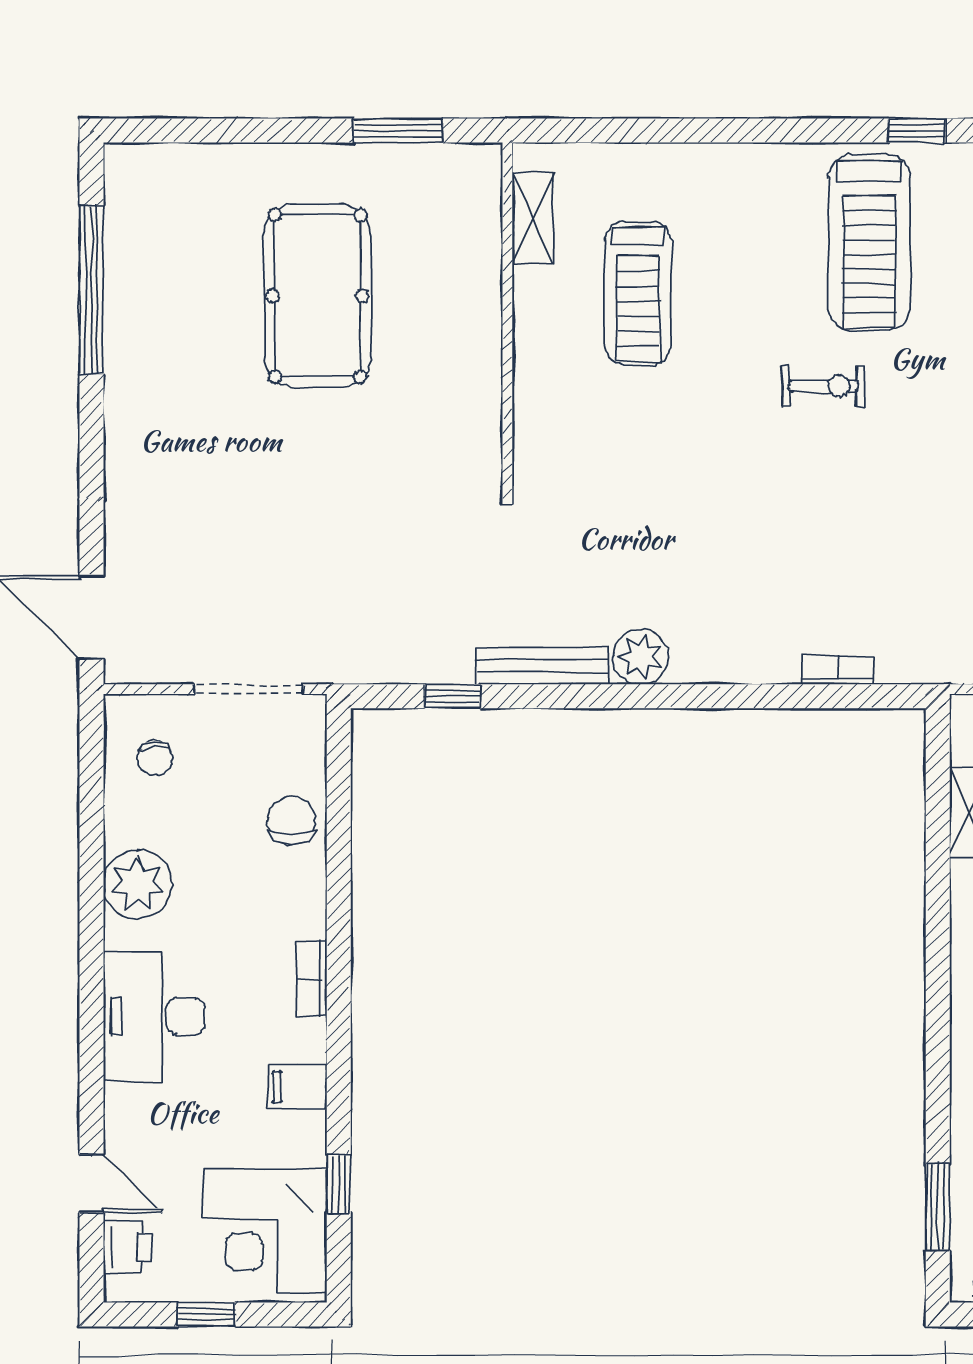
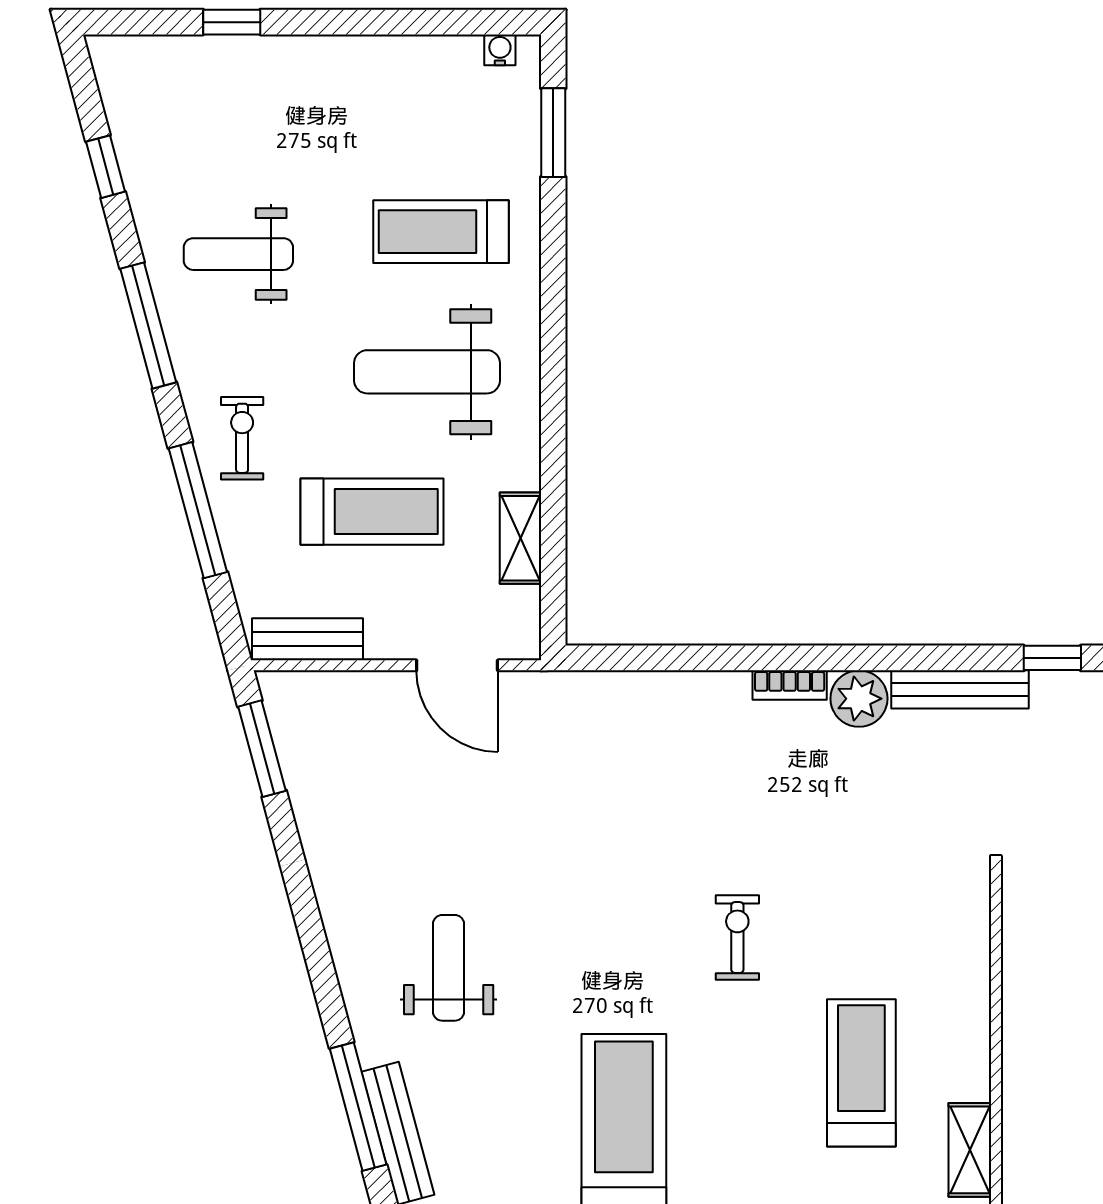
exercise bike: (823, 386) -> (737, 938), moved, turned 90
bookcase: (838, 670) -> (790, 685), moved

